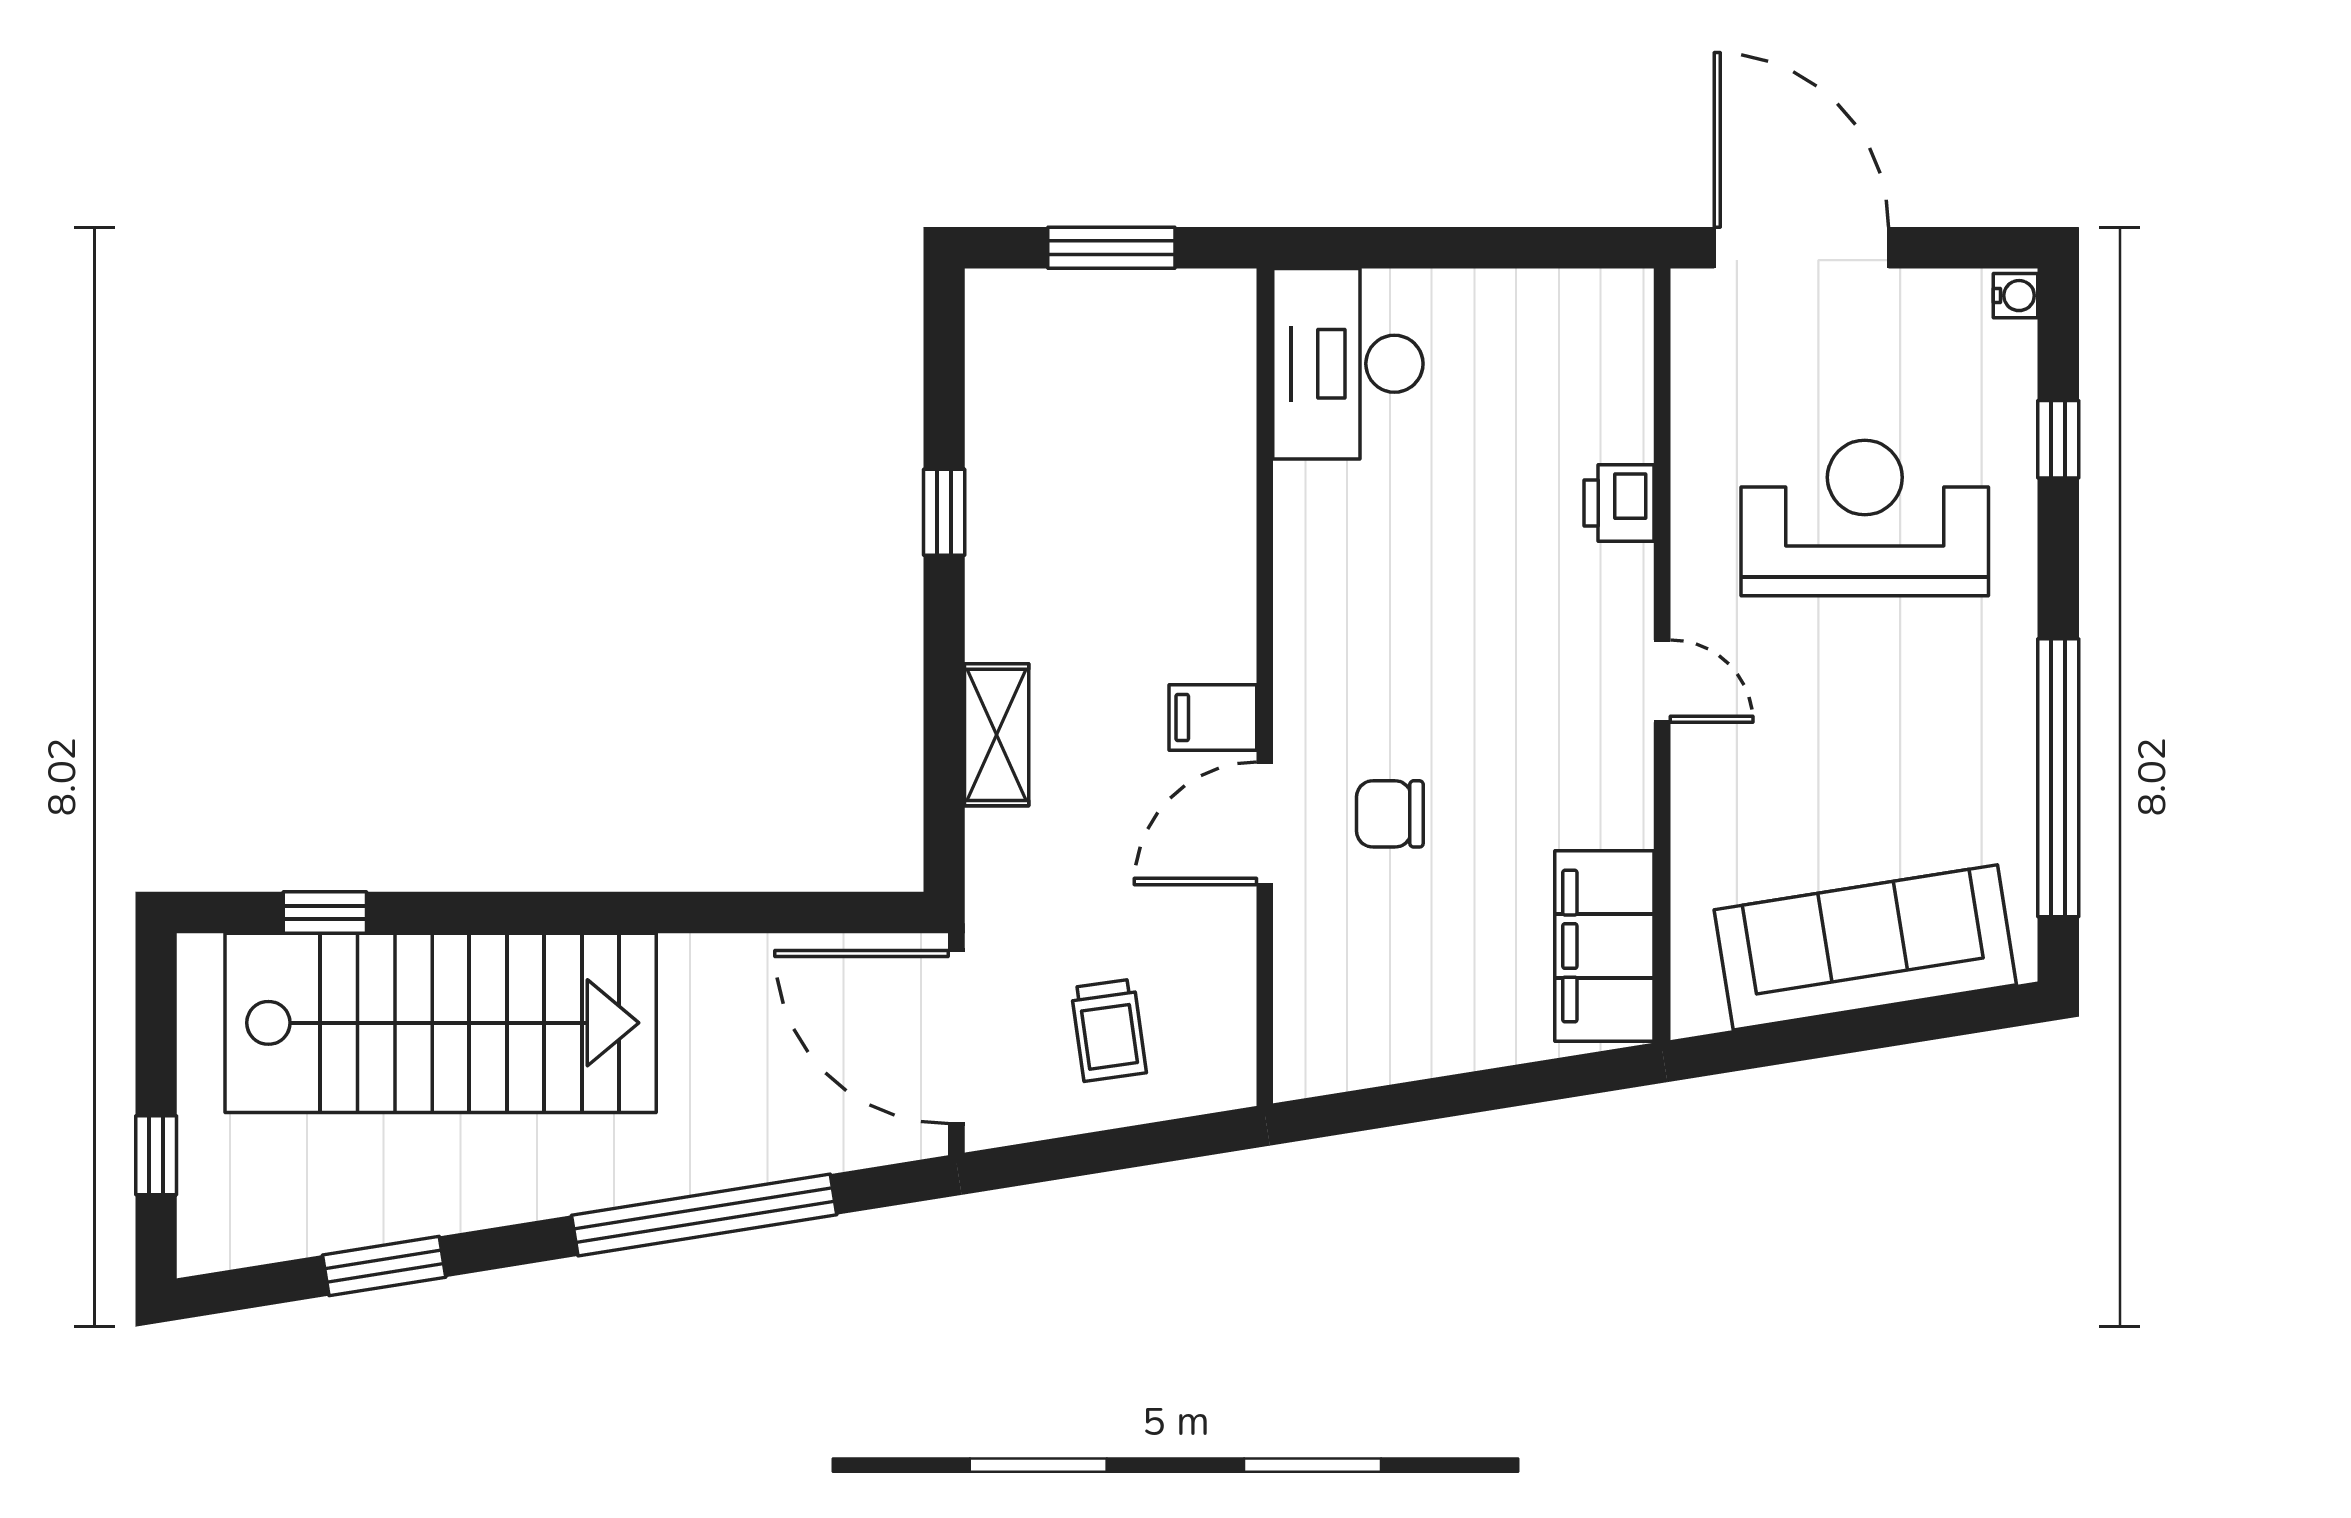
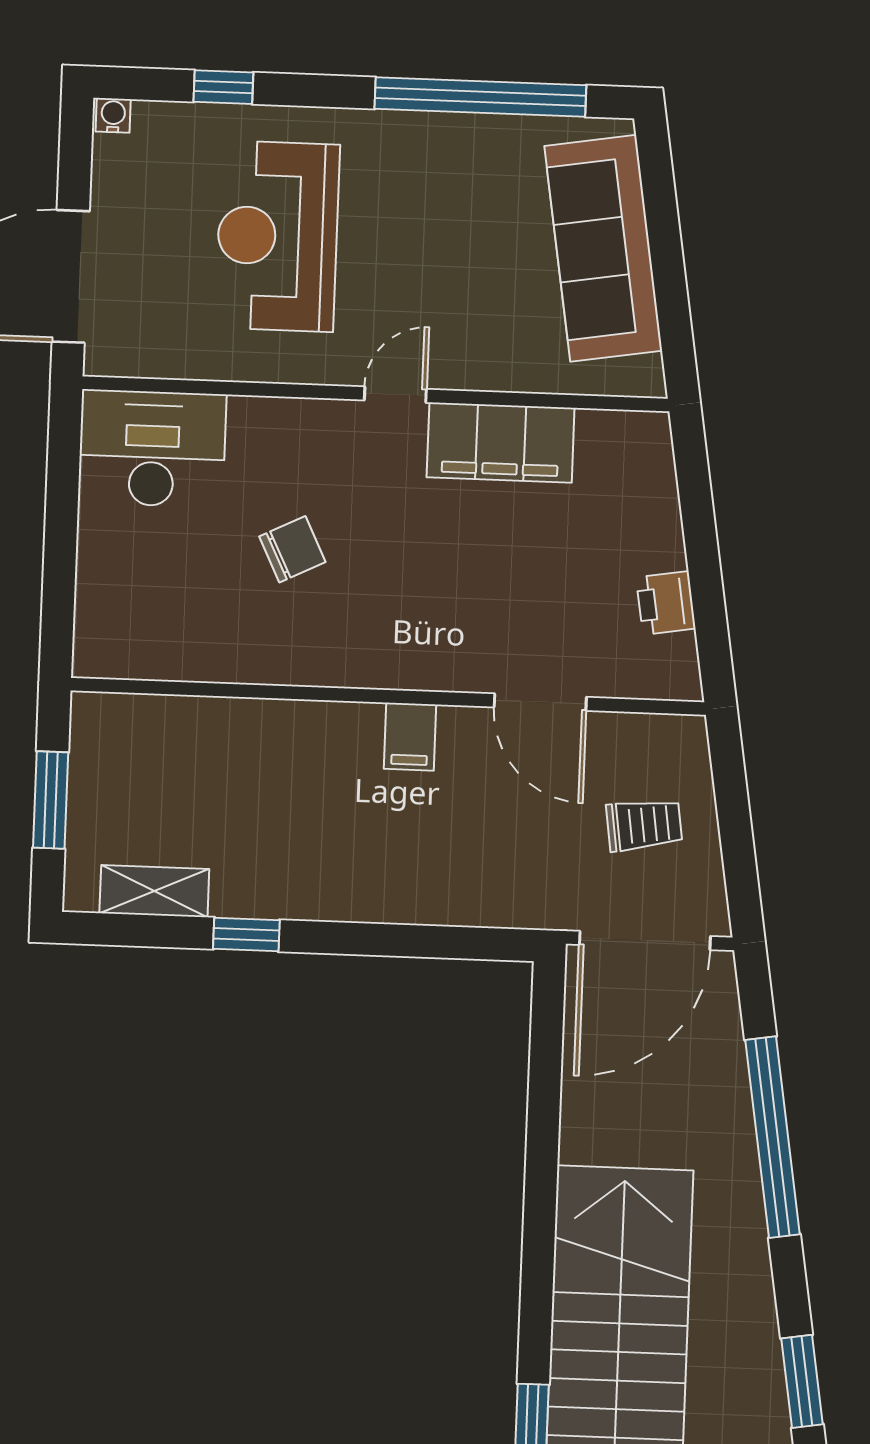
desk: (1348, 364) -> (152, 448), moved, turned 180
printer: (1619, 503) -> (666, 603), moved, turned 81
shelving: (997, 735) -> (154, 891), moved
chair: (1390, 814) -> (292, 549), moved, turned -116
door: (1265, 823) -> (540, 702), moved
filing cabinet: (1604, 946) -> (501, 443), moved

